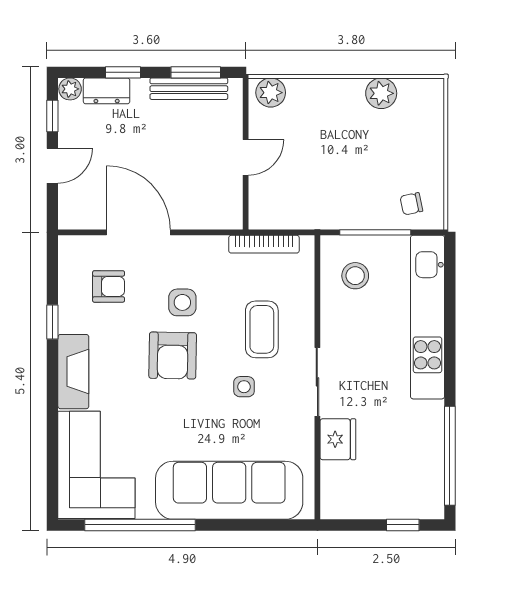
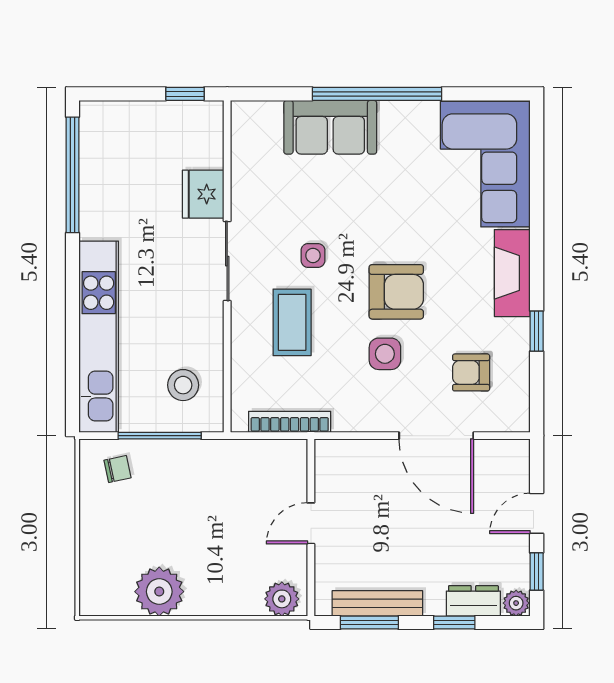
plant: (381, 93) -> (159, 592), width x1.36, depth x1.36
armchair: (173, 356) -> (396, 292), turned 89
sofa: (229, 490) -> (330, 127), width x0.54, depth x0.79
window: (140, 525) -> (377, 94), moved
window: (403, 525) -> (185, 94), moved

